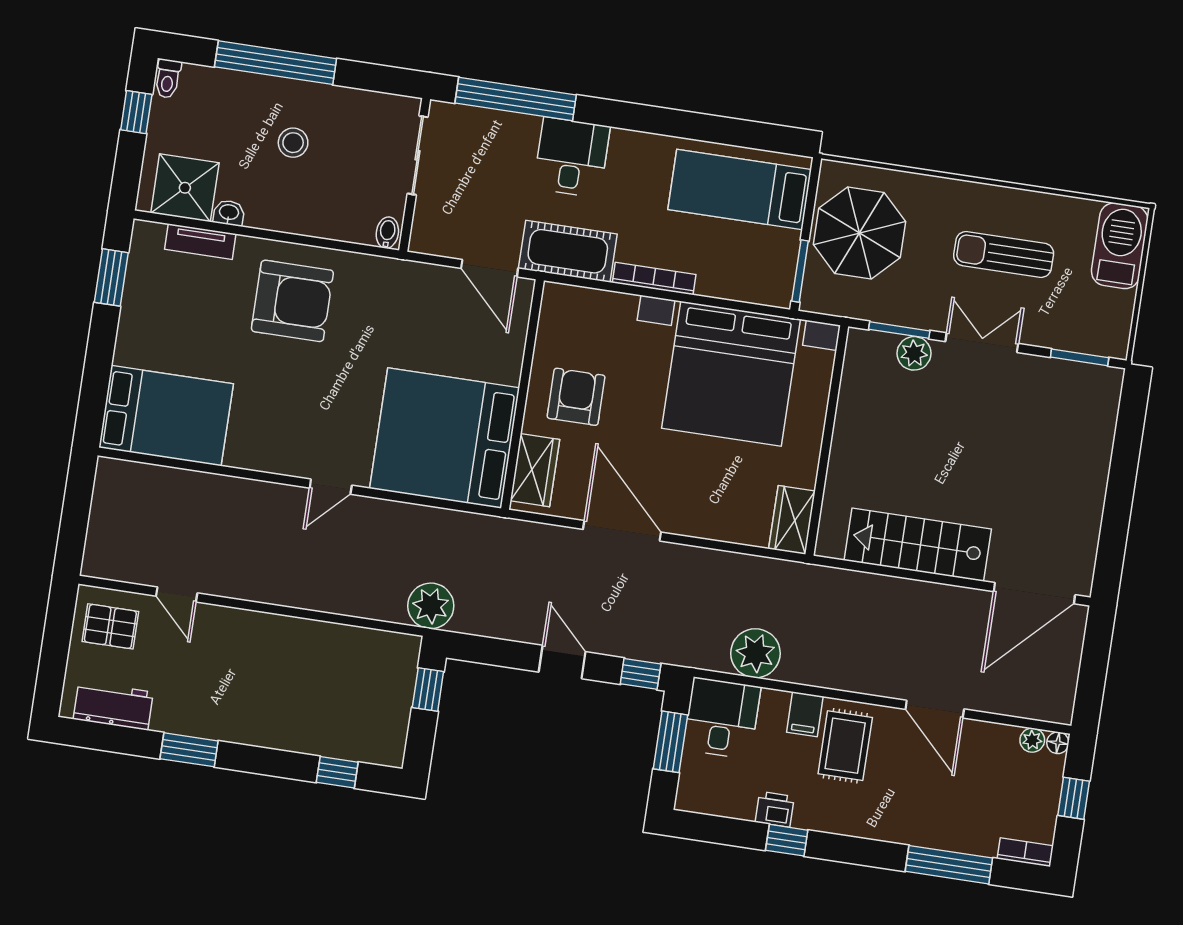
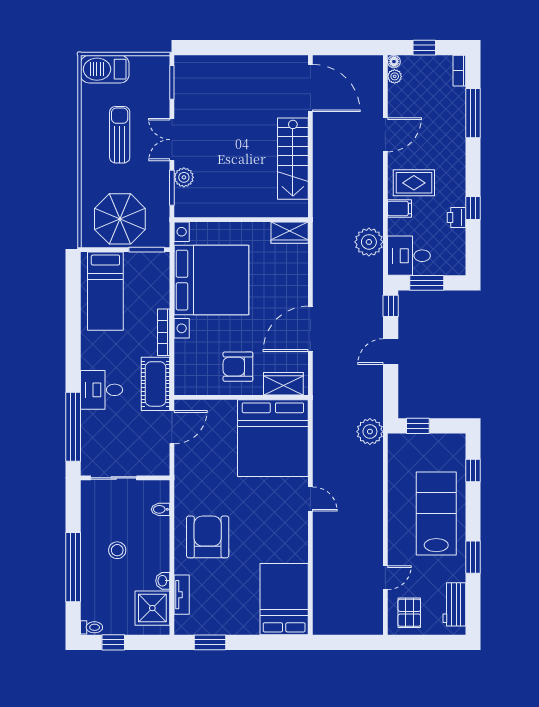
bidet: (387, 233) -> (160, 509), moved
sun lounger: (1004, 254) -> (120, 135), turned 180
lab bench: (273, 698) -> (436, 513), added

